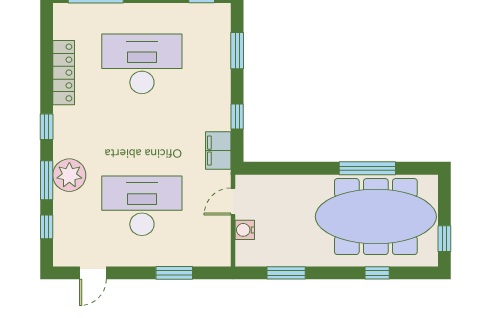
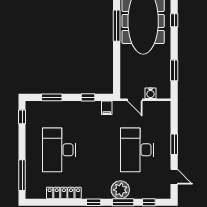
filing cabinet: (218, 151) -> (107, 108), width x0.50
window: (174, 273) -> (174, 144), moved

